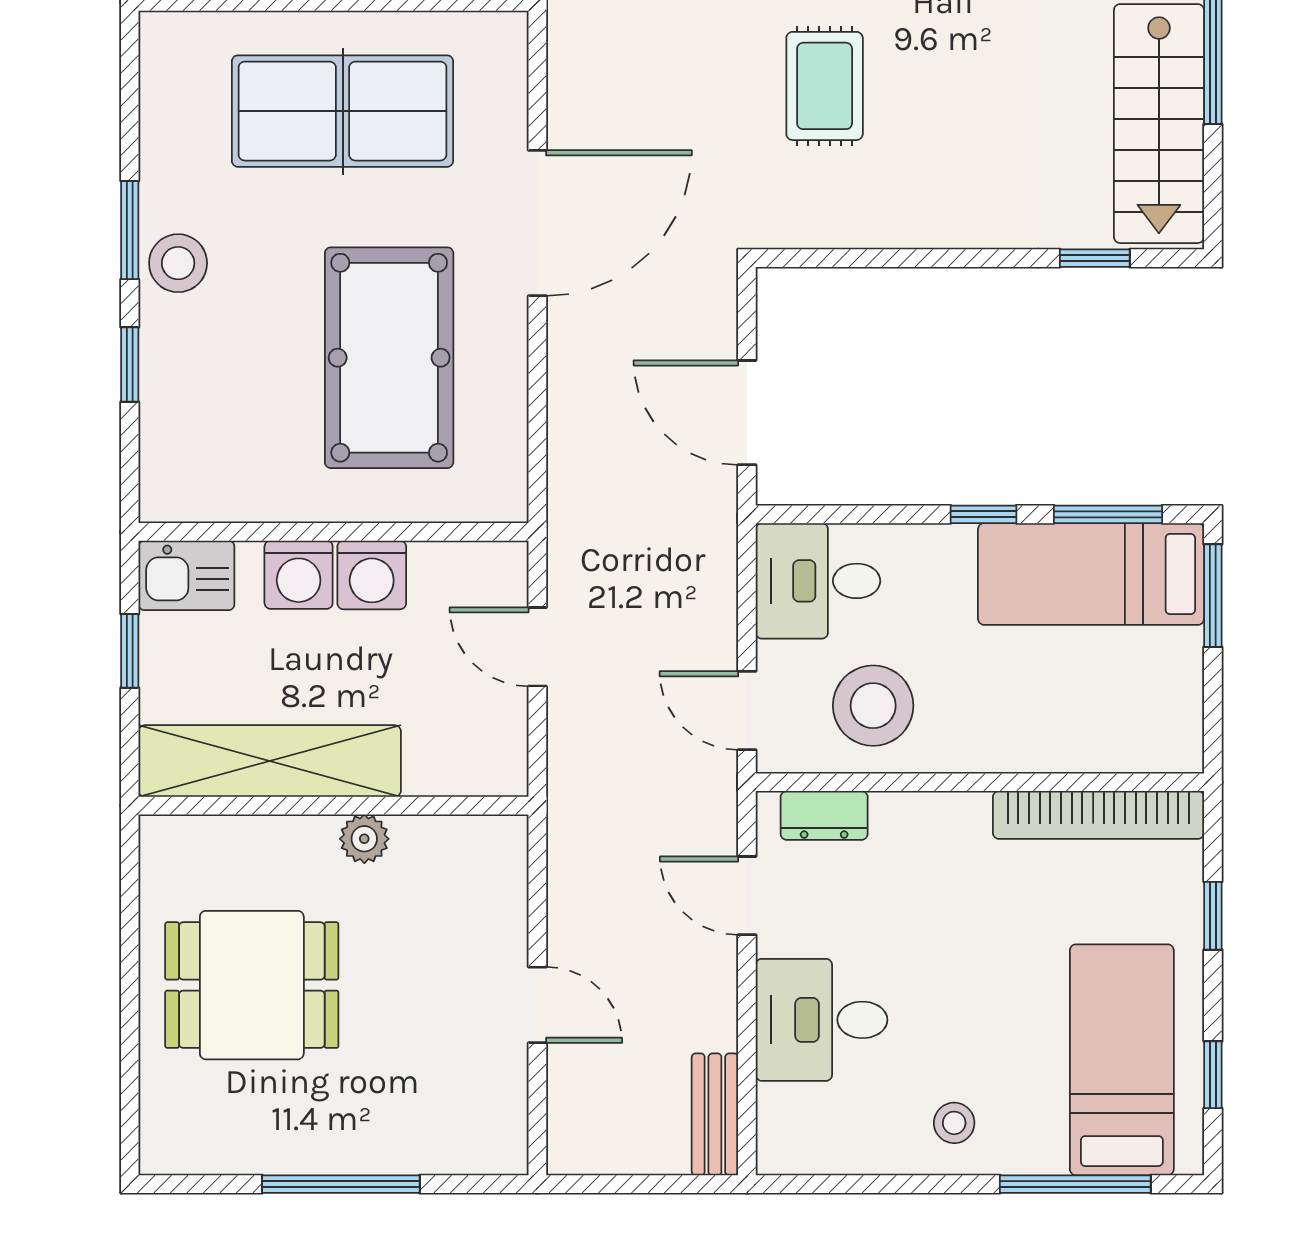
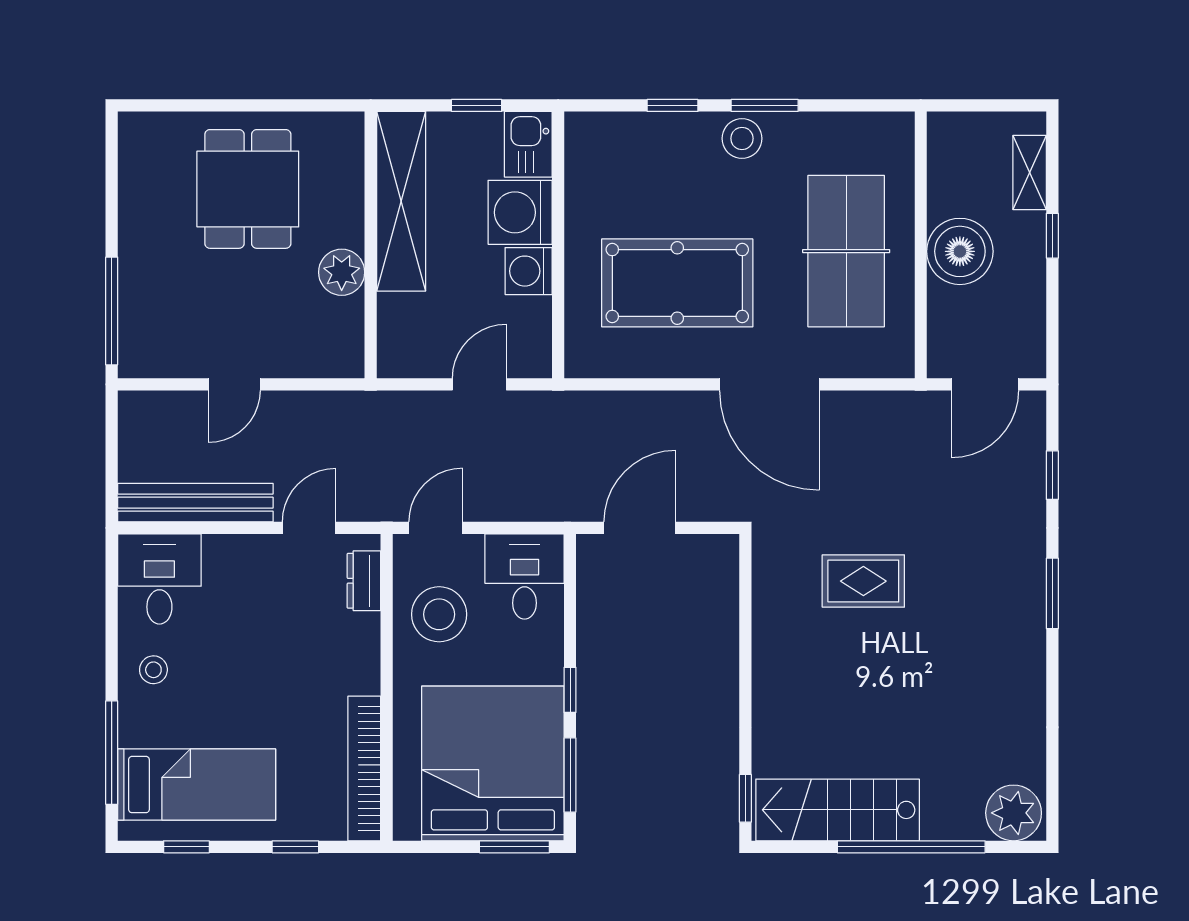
window: (1095, 258) -> (745, 798), moved
bed: (1091, 574) -> (493, 763), width x2.04
washing machine: (299, 575) -> (520, 212), width x1.37, depth x1.37
plant: (364, 839) -> (342, 272), width x1.38, depth x1.38
desk: (822, 1020) -> (159, 579), moved
bench: (715, 1114) -> (195, 503), width x1.86, depth x1.21
window: (341, 1184) -> (112, 311), moved

